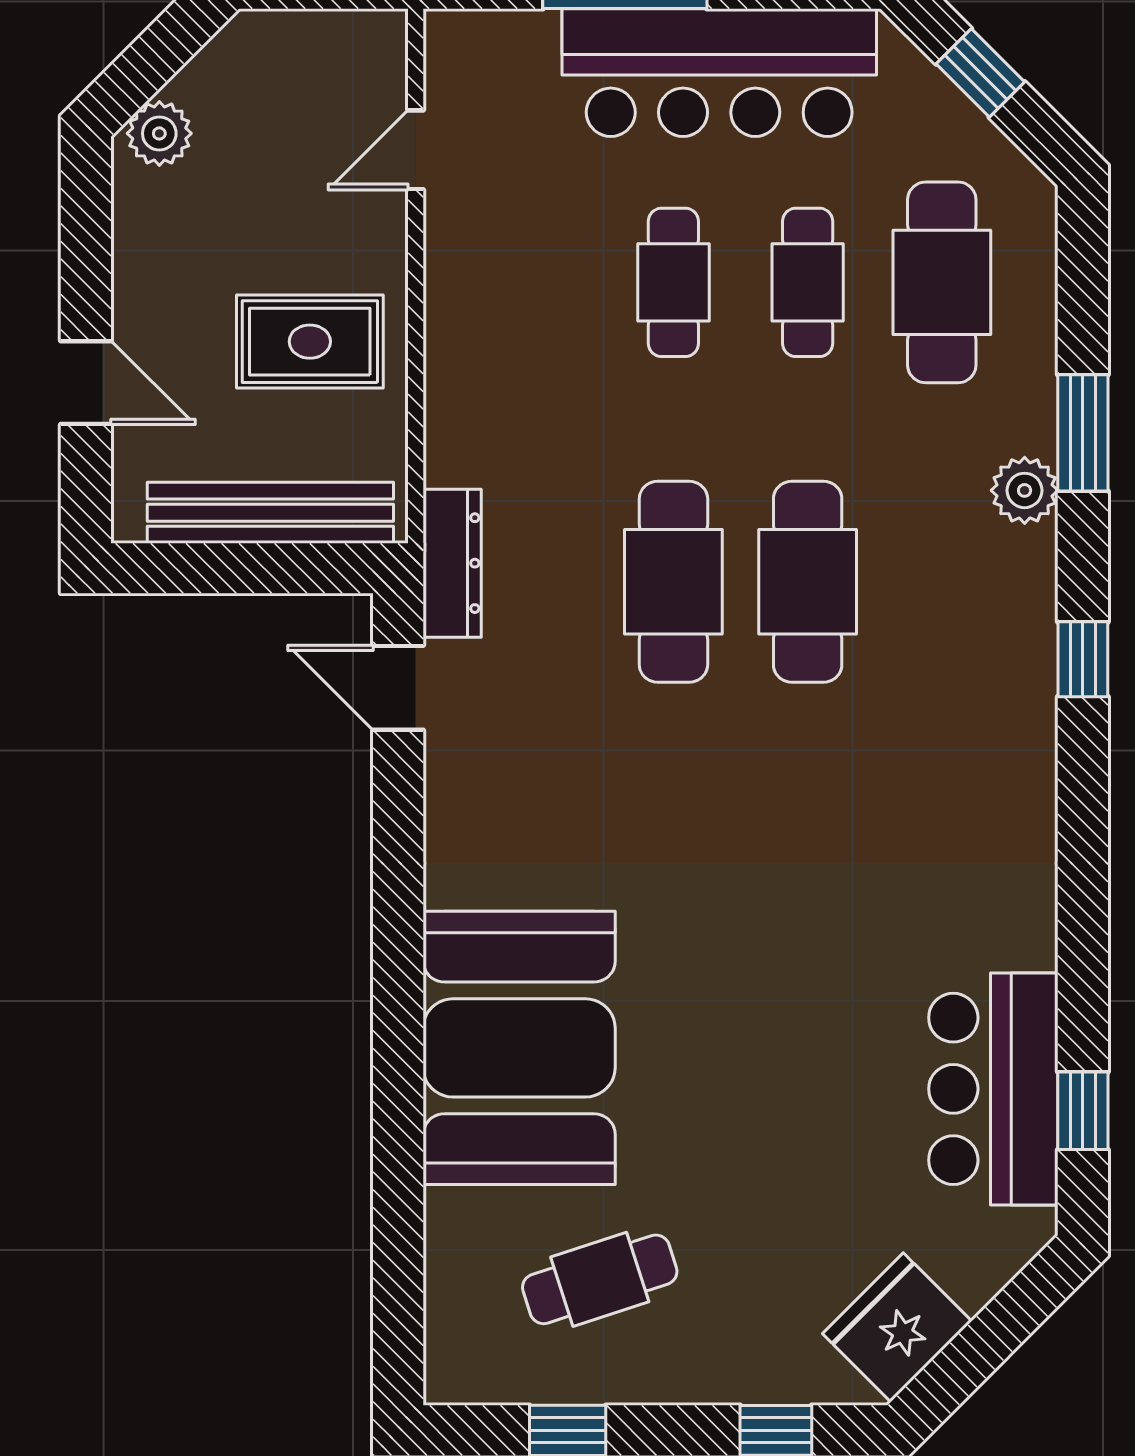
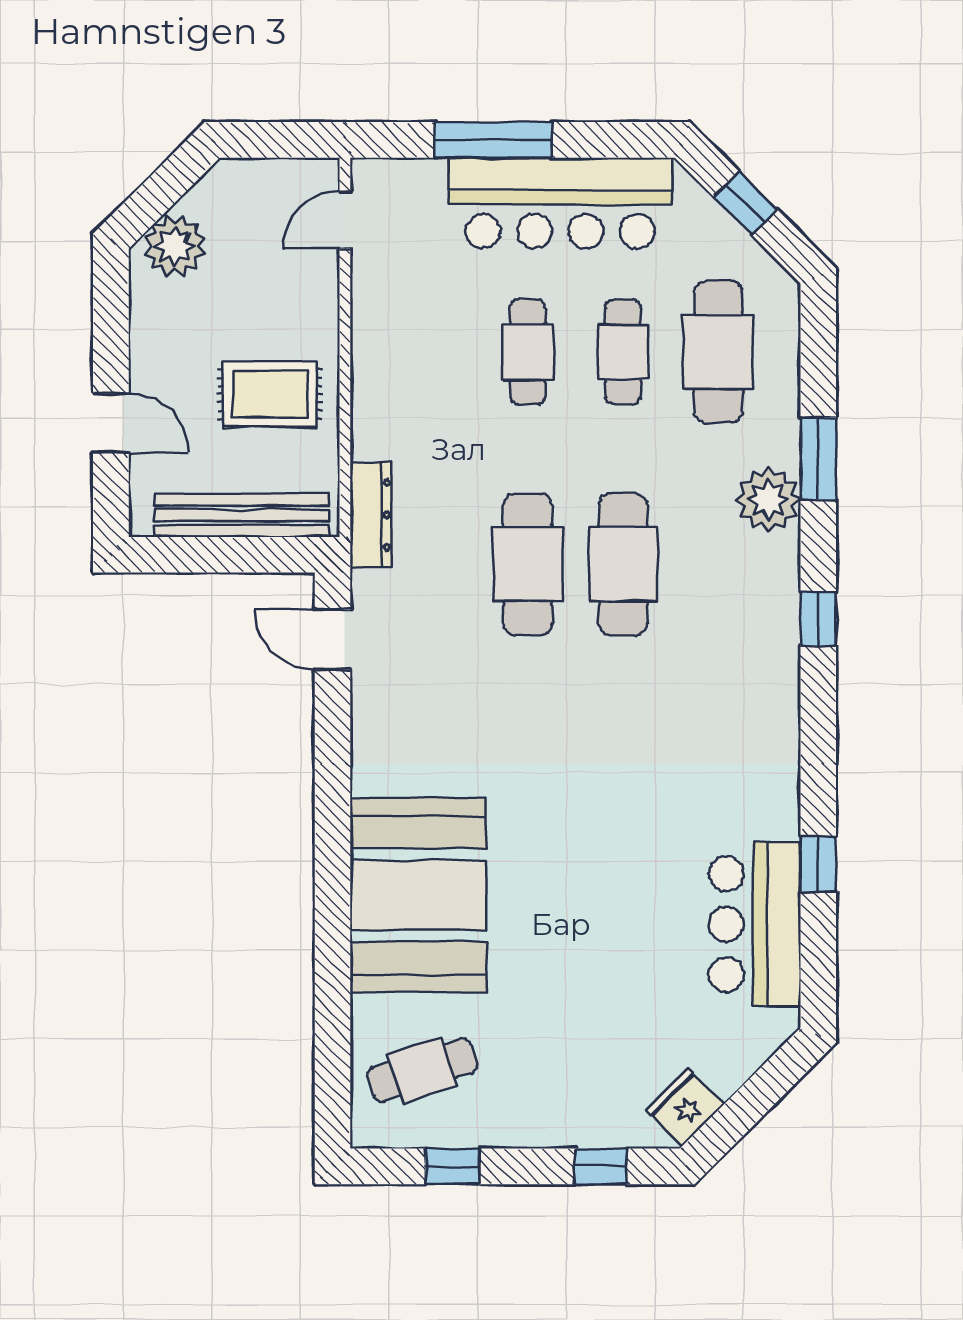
plant: (159, 133) -> (175, 246), width x1.36, depth x1.36
door: (416, 150) -> (345, 220), moved
plant: (1025, 490) -> (768, 500), width x1.36, depth x1.36
dresser: (452, 563) -> (371, 515), moved
window: (1083, 1111) -> (818, 864), moved
cafe table: (600, 1279) -> (422, 1070), moved
fridge: (897, 1327) -> (685, 1107), width x0.73, depth x0.75

